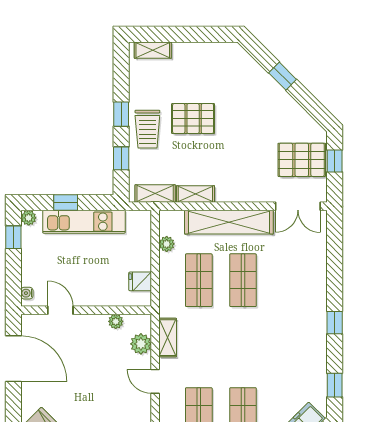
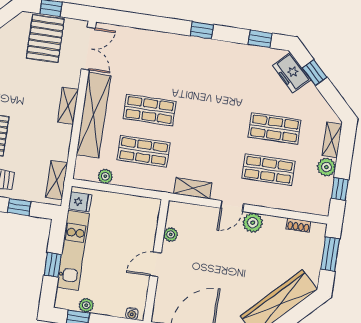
shelving: (195, 194) -> (68, 106), moved
plant: (29, 218) -> (86, 305), moved
fridge: (140, 281) -> (80, 202), moved, turned -90
door: (60, 310) -> (155, 264), moved
plant: (141, 344) -> (253, 223), moved

